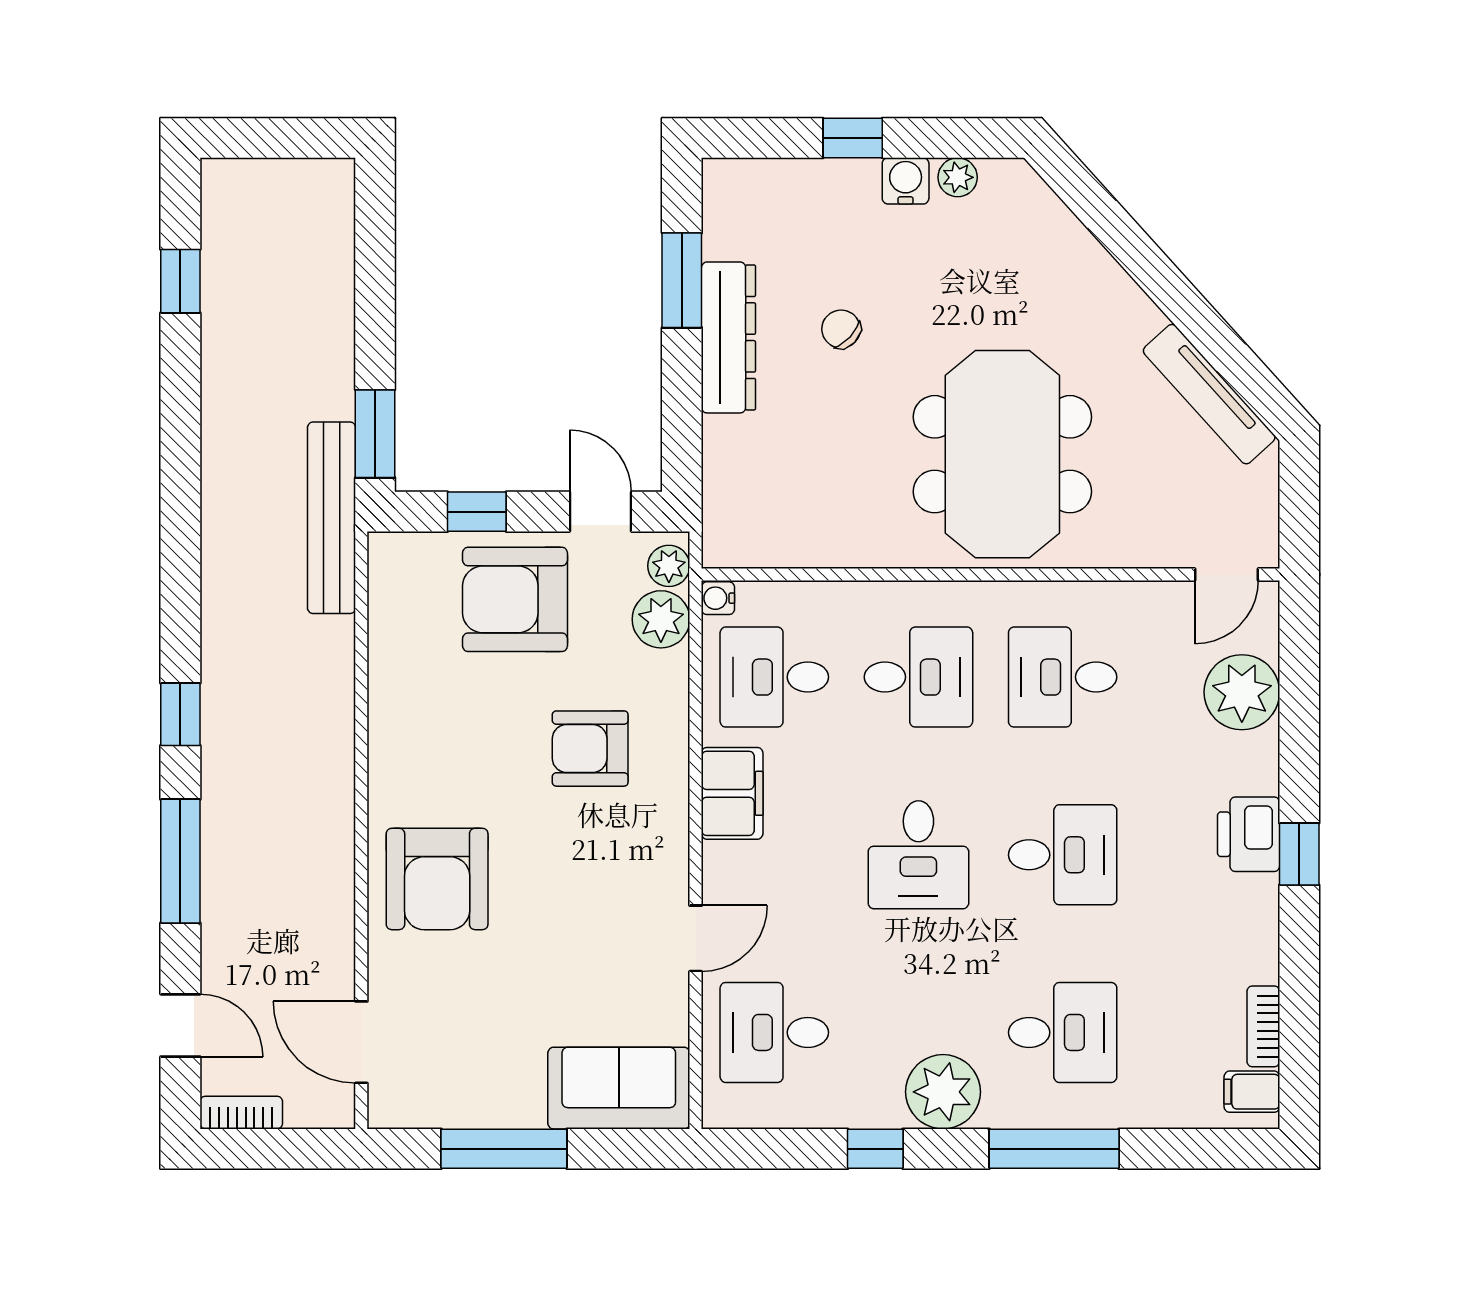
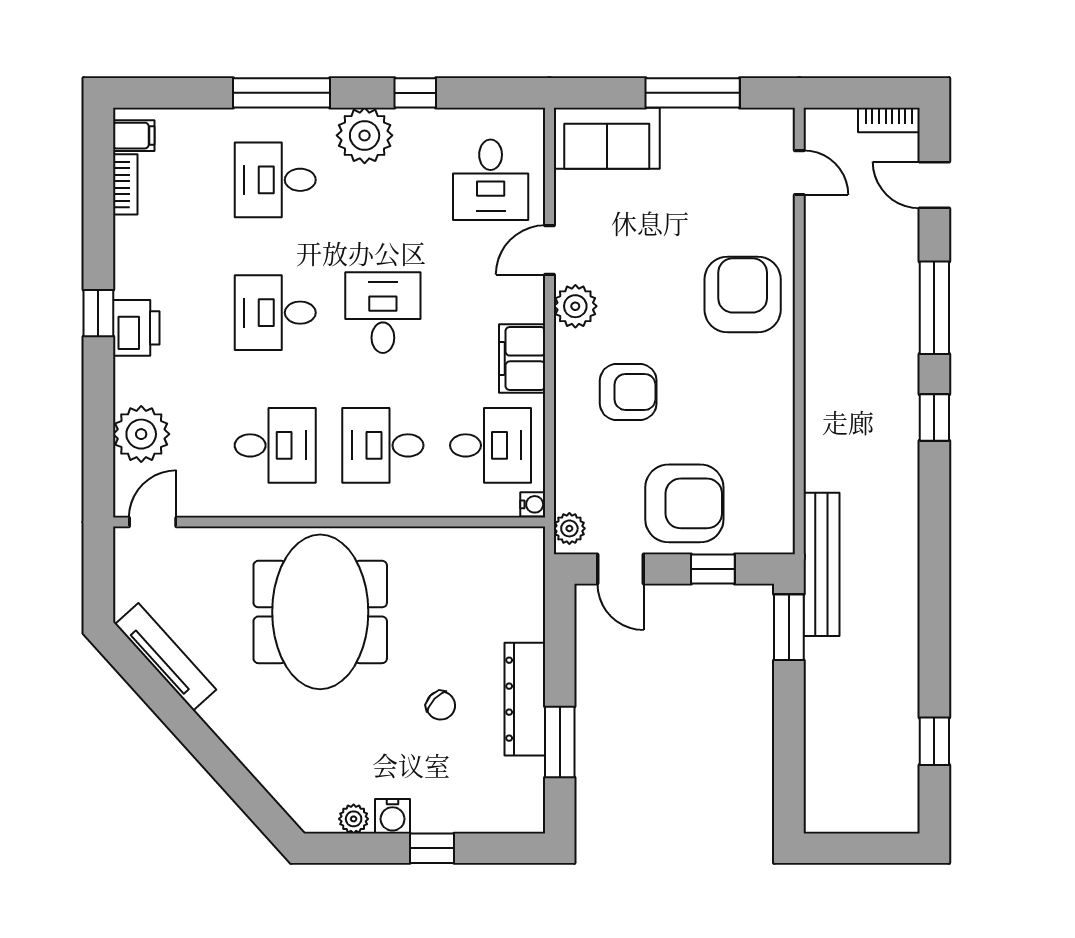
plant: (661, 619) -> (575, 306), moved
desk: (774, 1032) -> (491, 180), turned 90
door: (361, 1042) -> (799, 173), width x0.73

